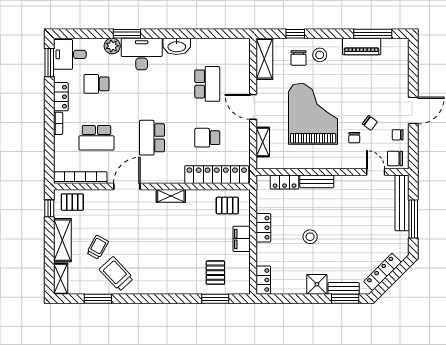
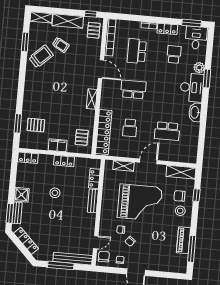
school desk: (207, 138) -> (130, 128), turned 180

